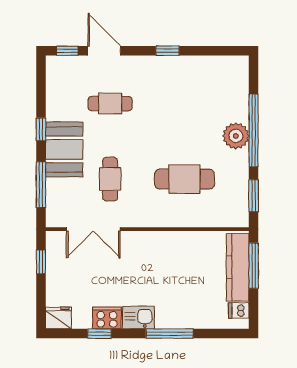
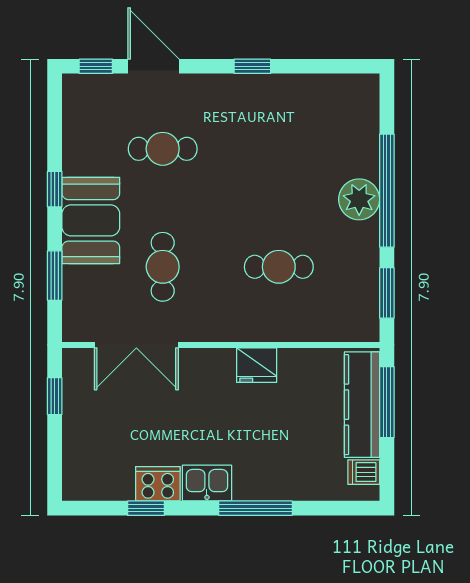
cafe table: (184, 179) -> (279, 267), width x0.73, depth x0.74
window: (41, 185) -> (55, 276), width x0.69
fridge: (58, 318) -> (257, 365), moved, turned 180

